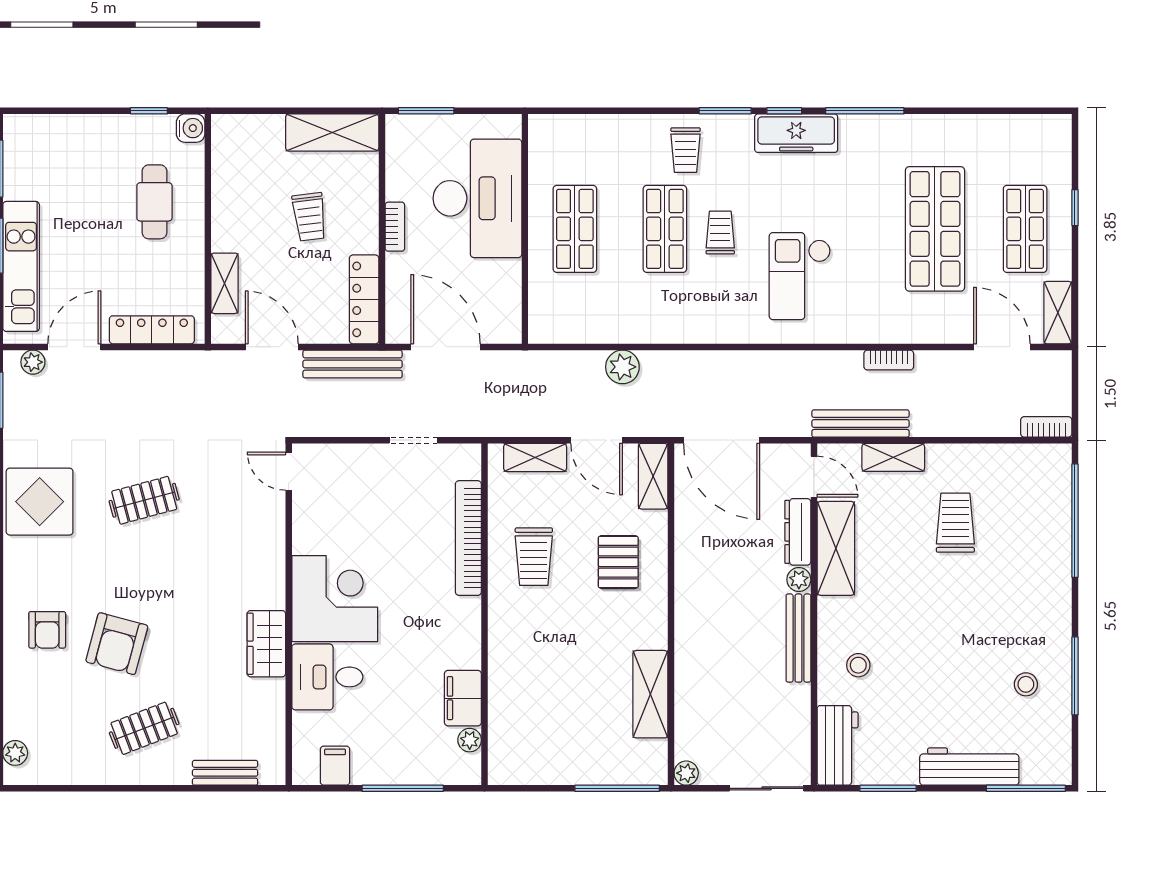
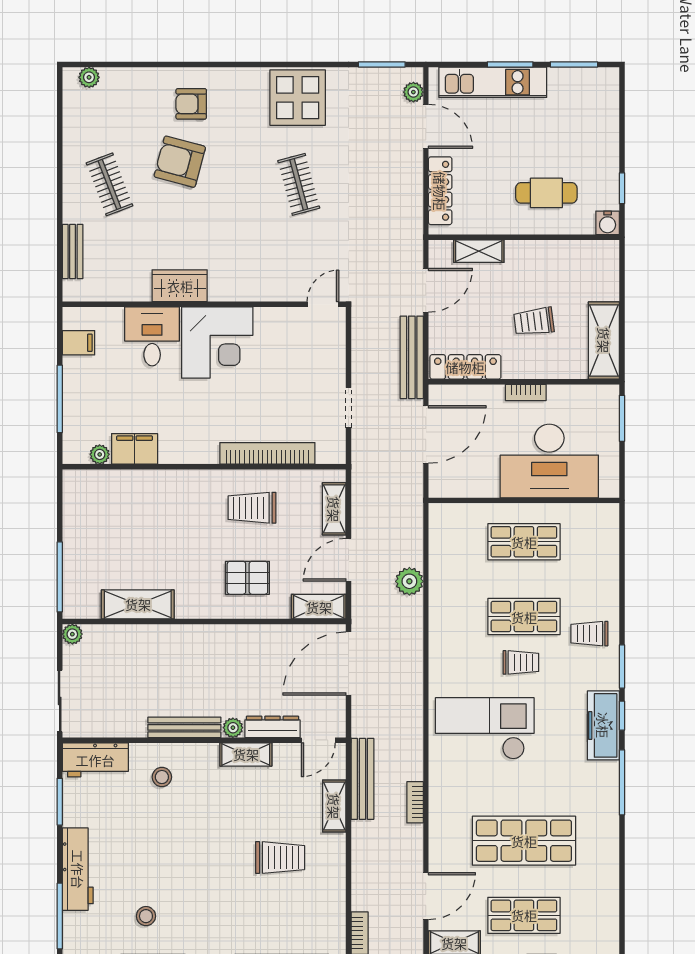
checkout: (800, 276) -> (485, 728), width x1.36, depth x1.21
shelving: (836, 548) -> (246, 754), width x0.67, depth x0.75

